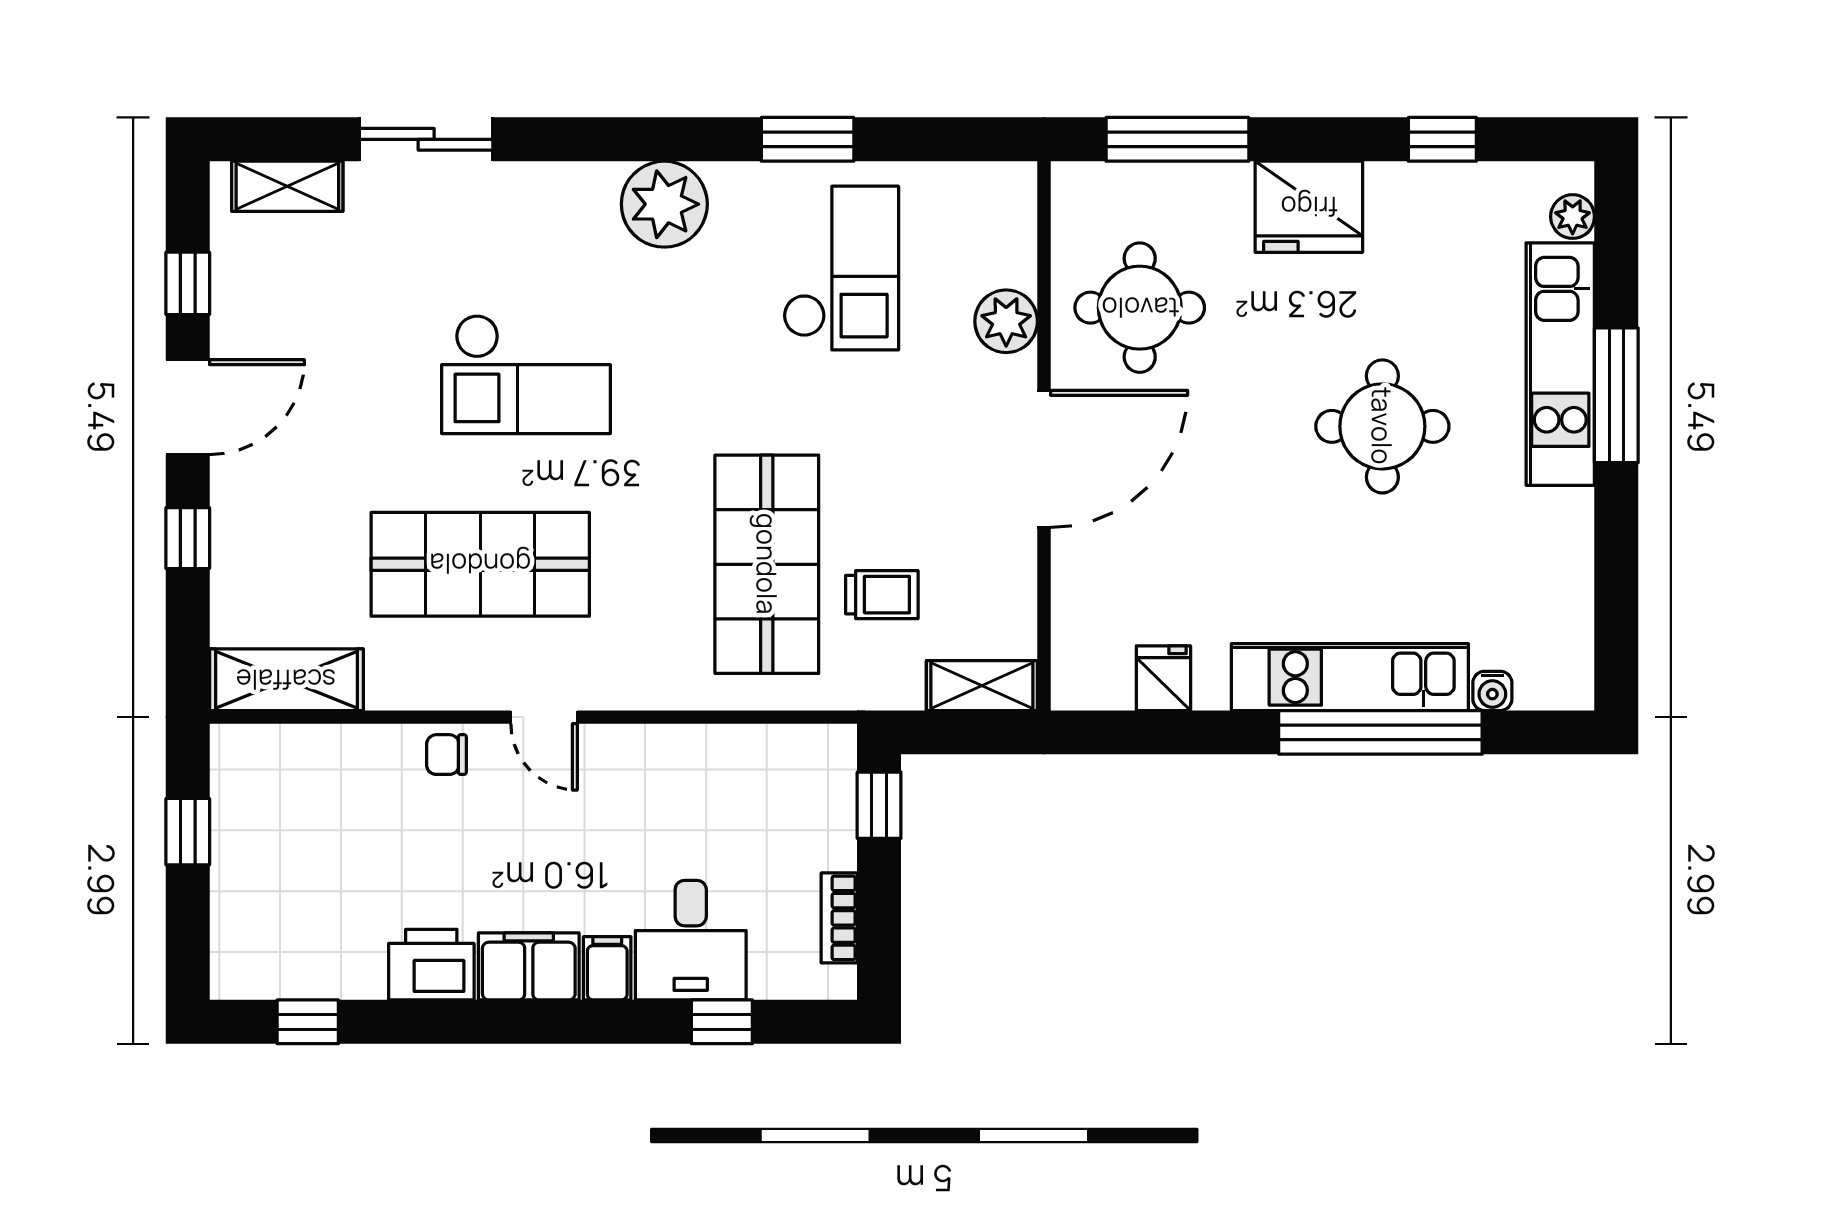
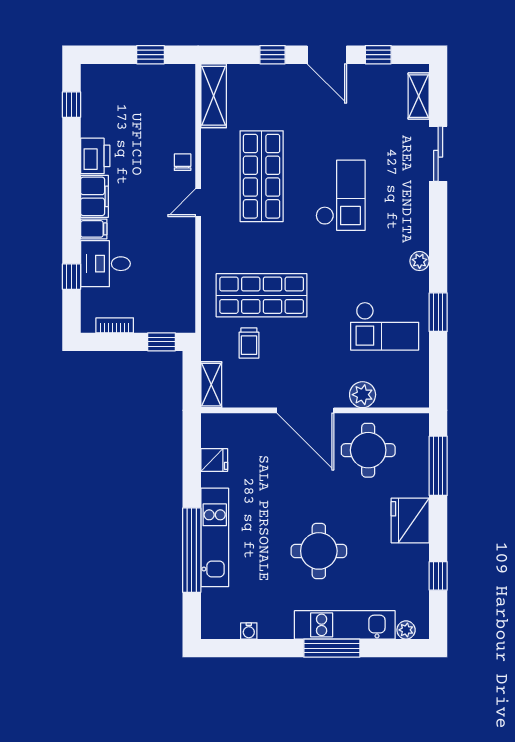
plant: (664, 204) -> (420, 261), width x0.53, depth x0.53
checkout: (526, 374) -> (341, 195), turned 180
water cooler: (1492, 691) -> (249, 631), moved, turned -90

